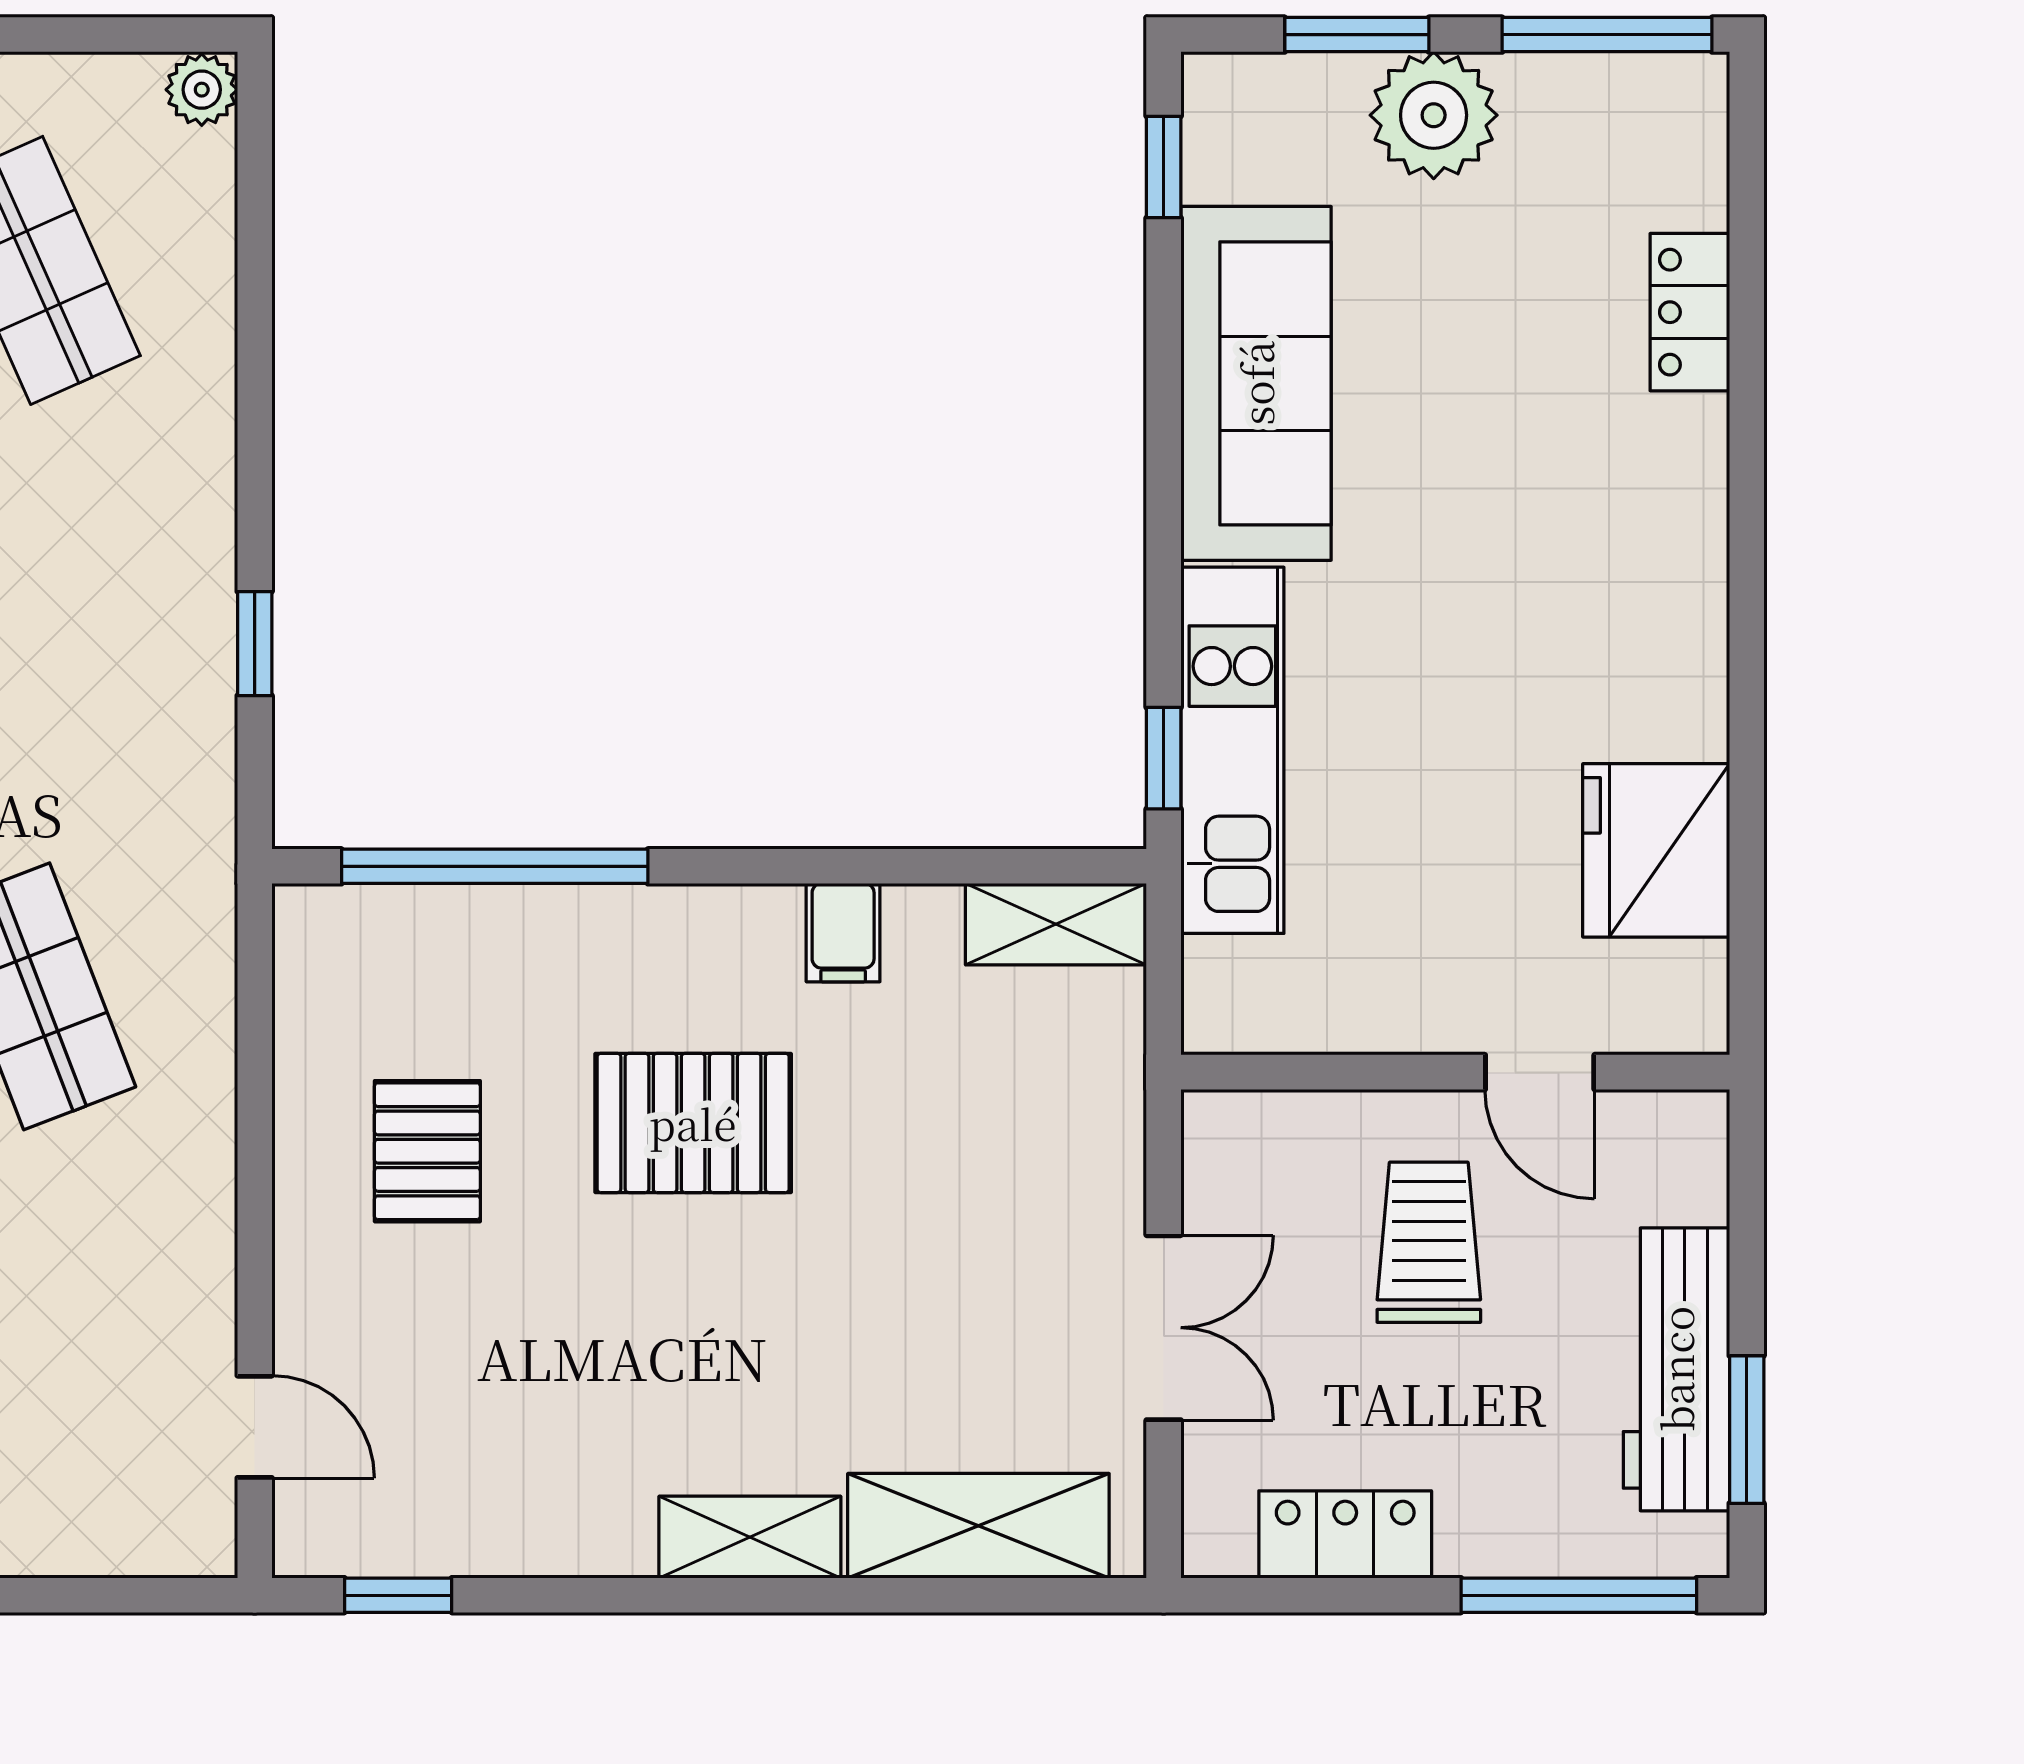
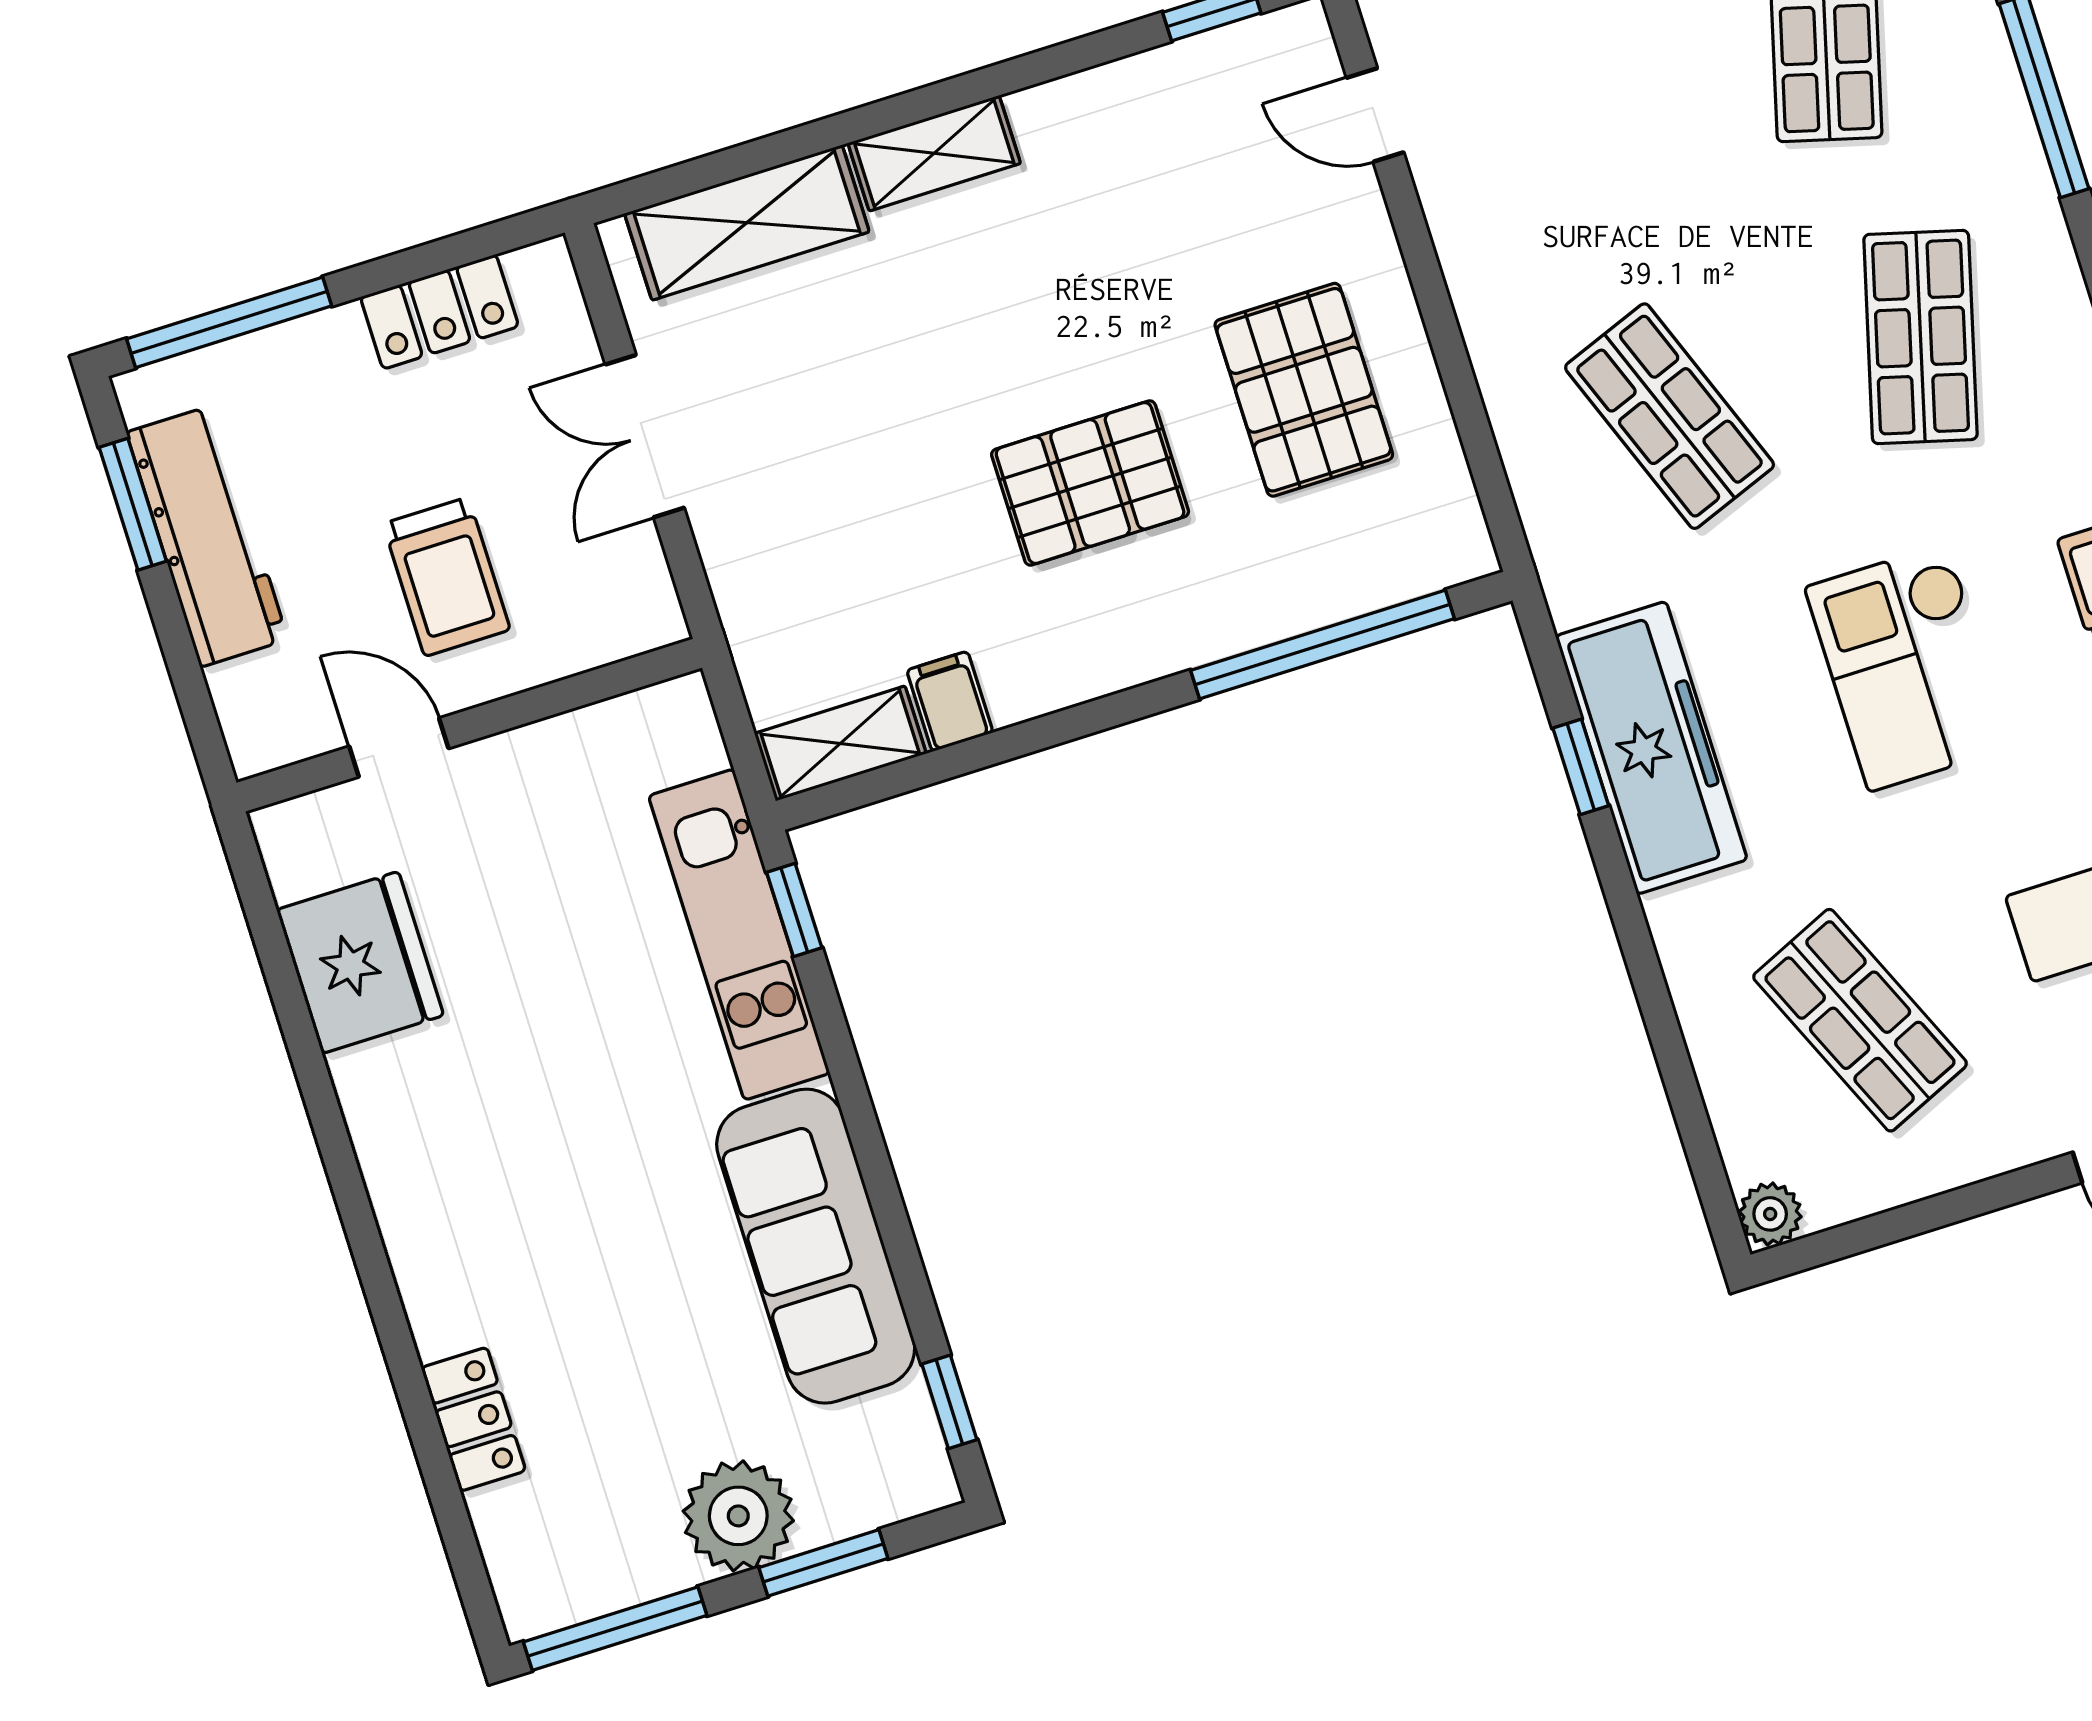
freezer: (171, 640) -> (1651, 748), added
filing cabinet: (843, 933) -> (950, 701), moved
pallet: (427, 1151) -> (1304, 390), width x1.50, depth x1.42

